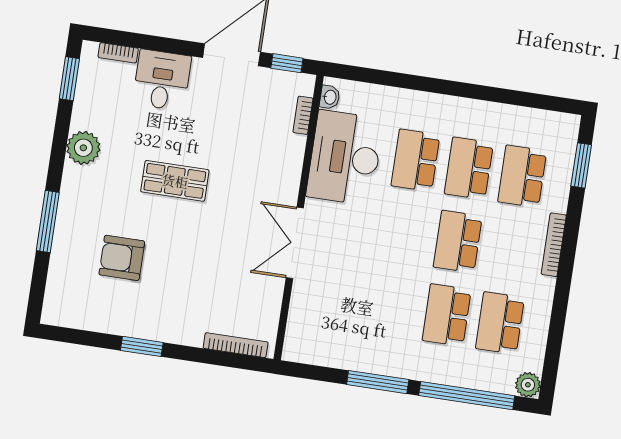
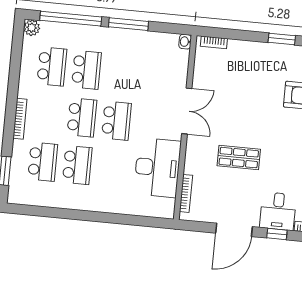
window: (287, 63) -> (277, 234), moved
washbasin: (330, 97) -> (185, 42), moved
bookcase: (303, 115) -> (186, 193), width x1.56
school desk: (416, 160) -> (116, 121), moved
shop shelf: (175, 181) -> (239, 158), moved
bookcase: (236, 345) -> (214, 42), width x0.64

